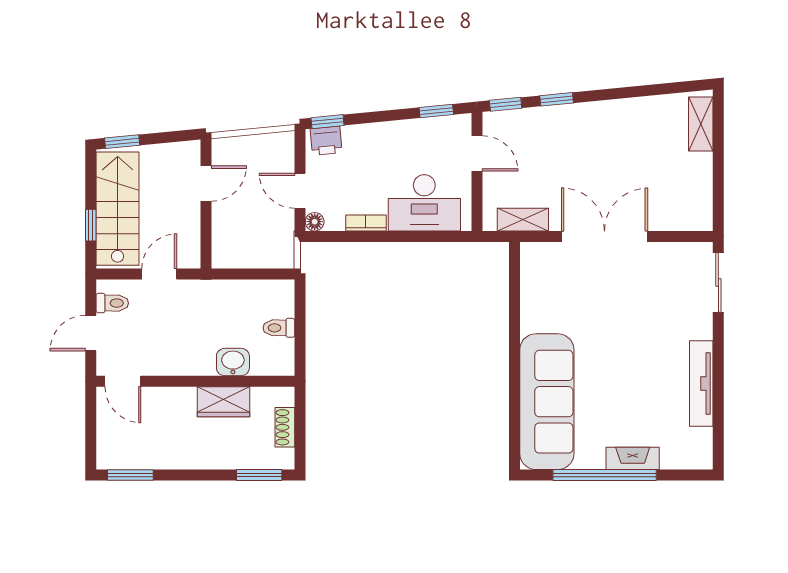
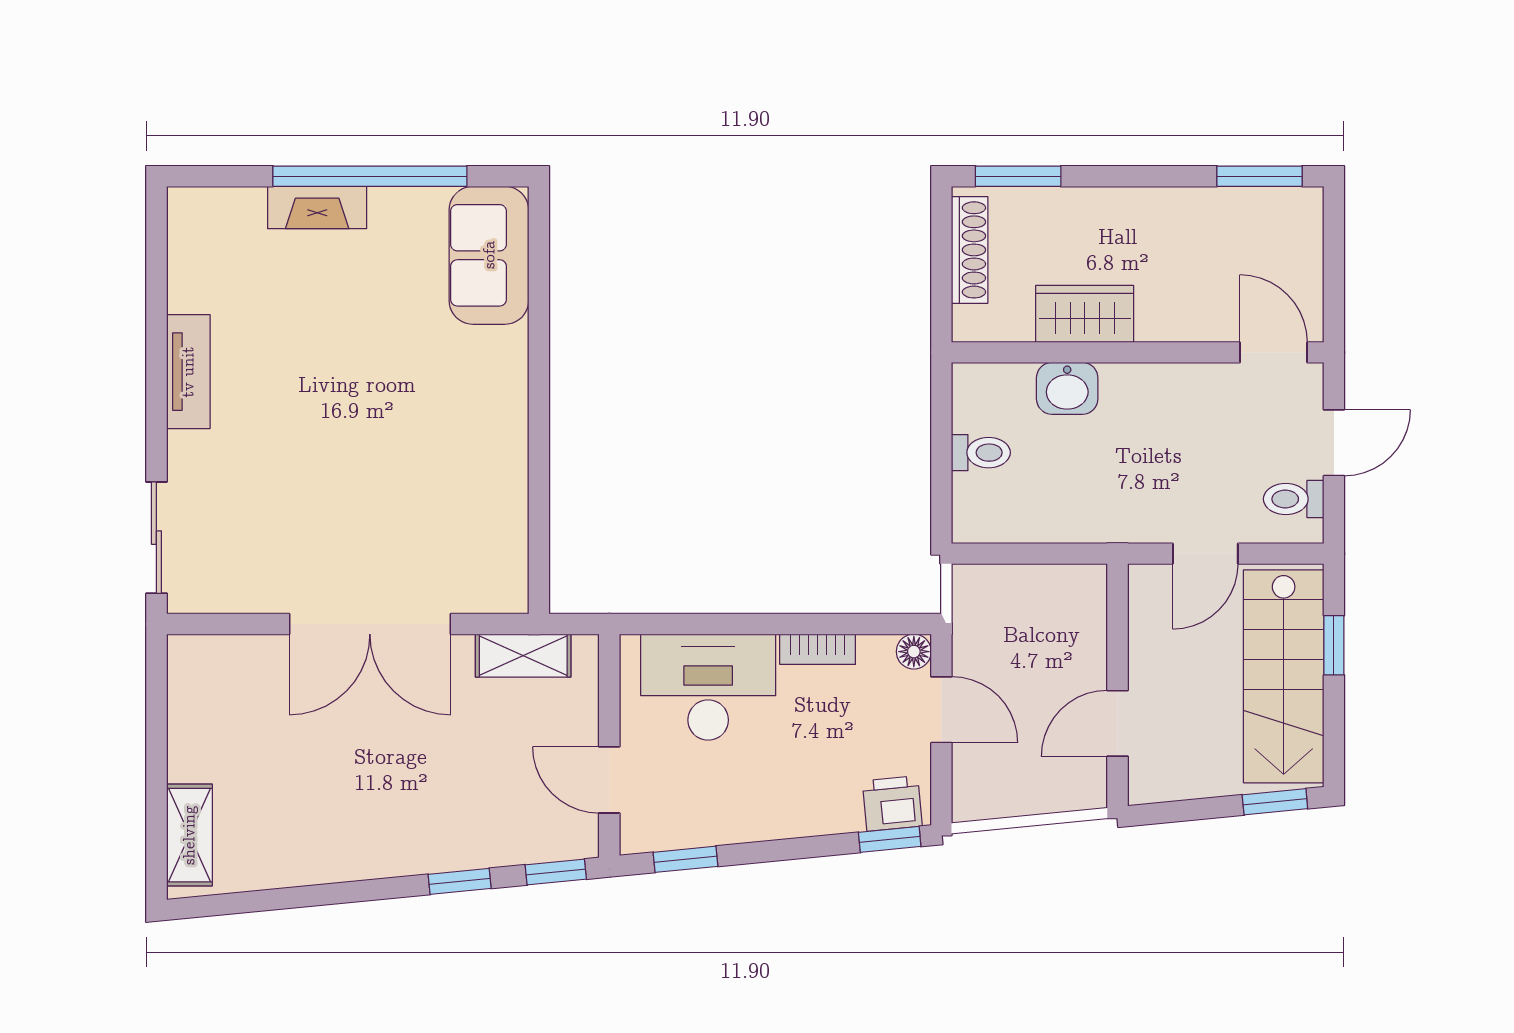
tv unit: (701, 383) -> (188, 372), width x0.71
sofa: (547, 402) -> (489, 255), width x0.54, depth x0.79
shoe rack: (285, 427) -> (970, 250), width x1.43

